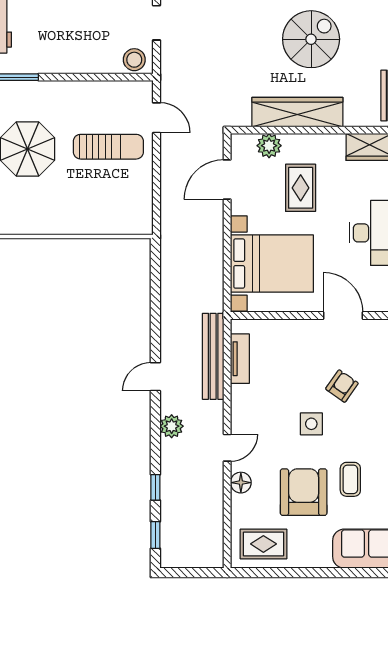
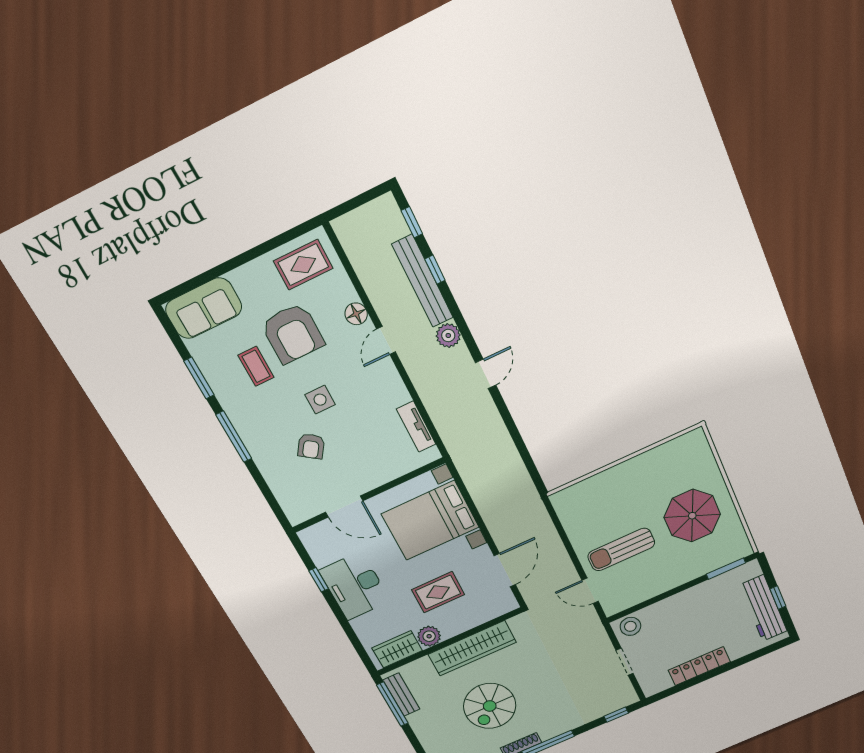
plant: (269, 146) -> (429, 636), moved
rug: (301, 188) -> (438, 592), turned 90
bench: (213, 356) -> (423, 281), moved

